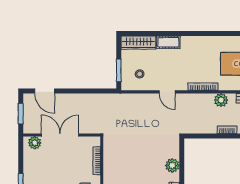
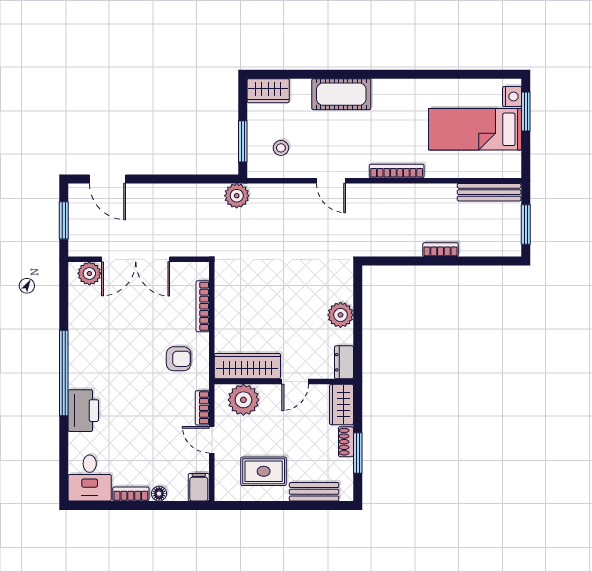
cot: (168, 42) -> (341, 94), width x1.37, depth x1.34
wardrobe: (138, 43) -> (268, 91), width x0.67
plant: (221, 100) -> (237, 196), moved
double door: (60, 135) -> (136, 259), swing flipped

